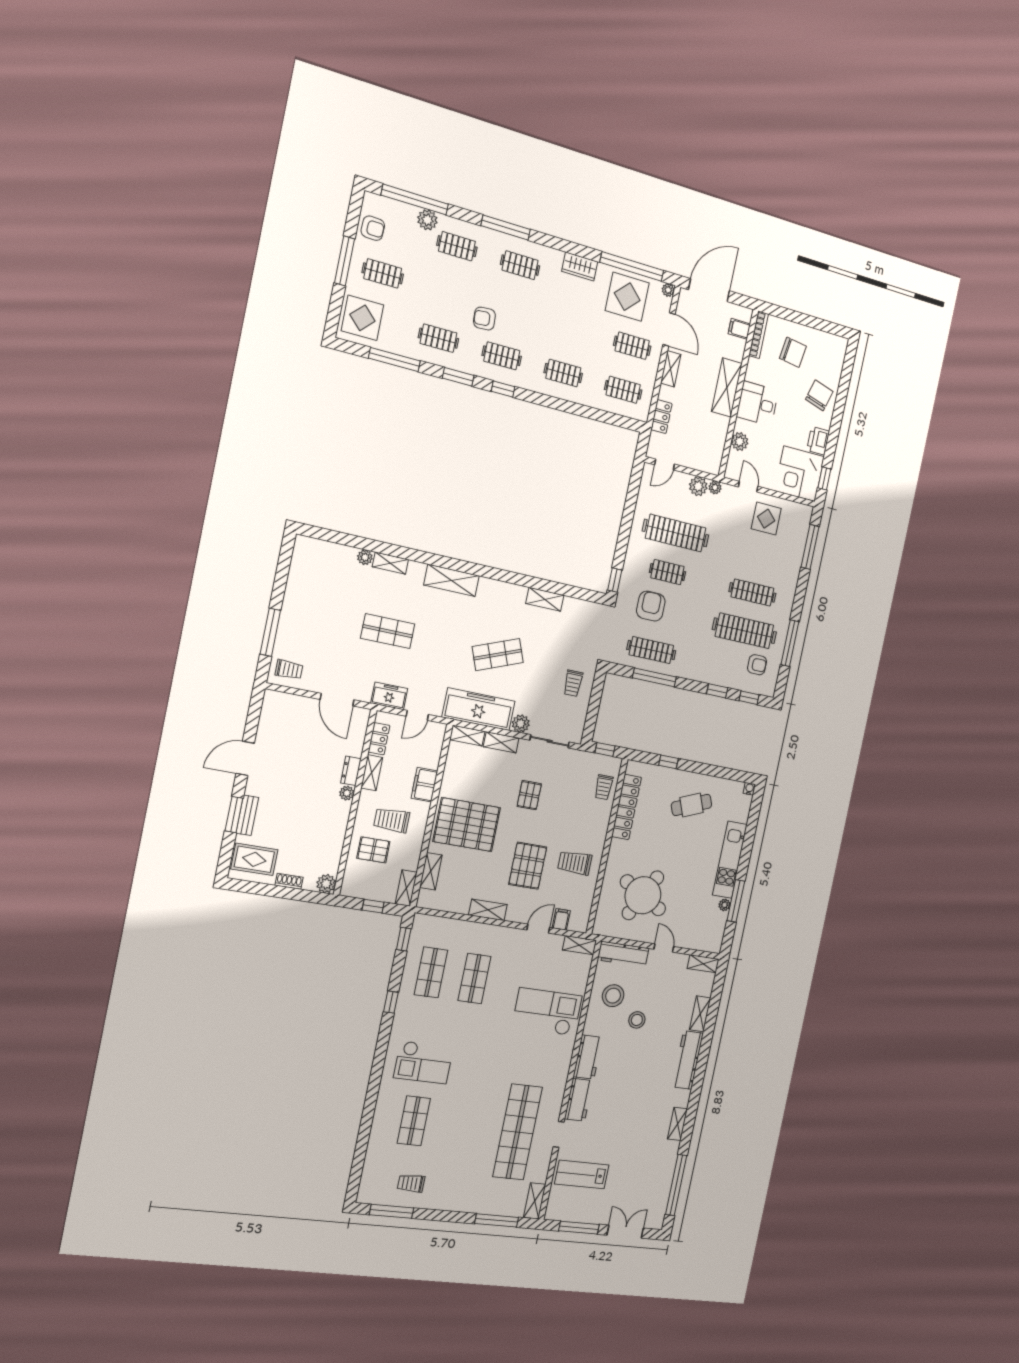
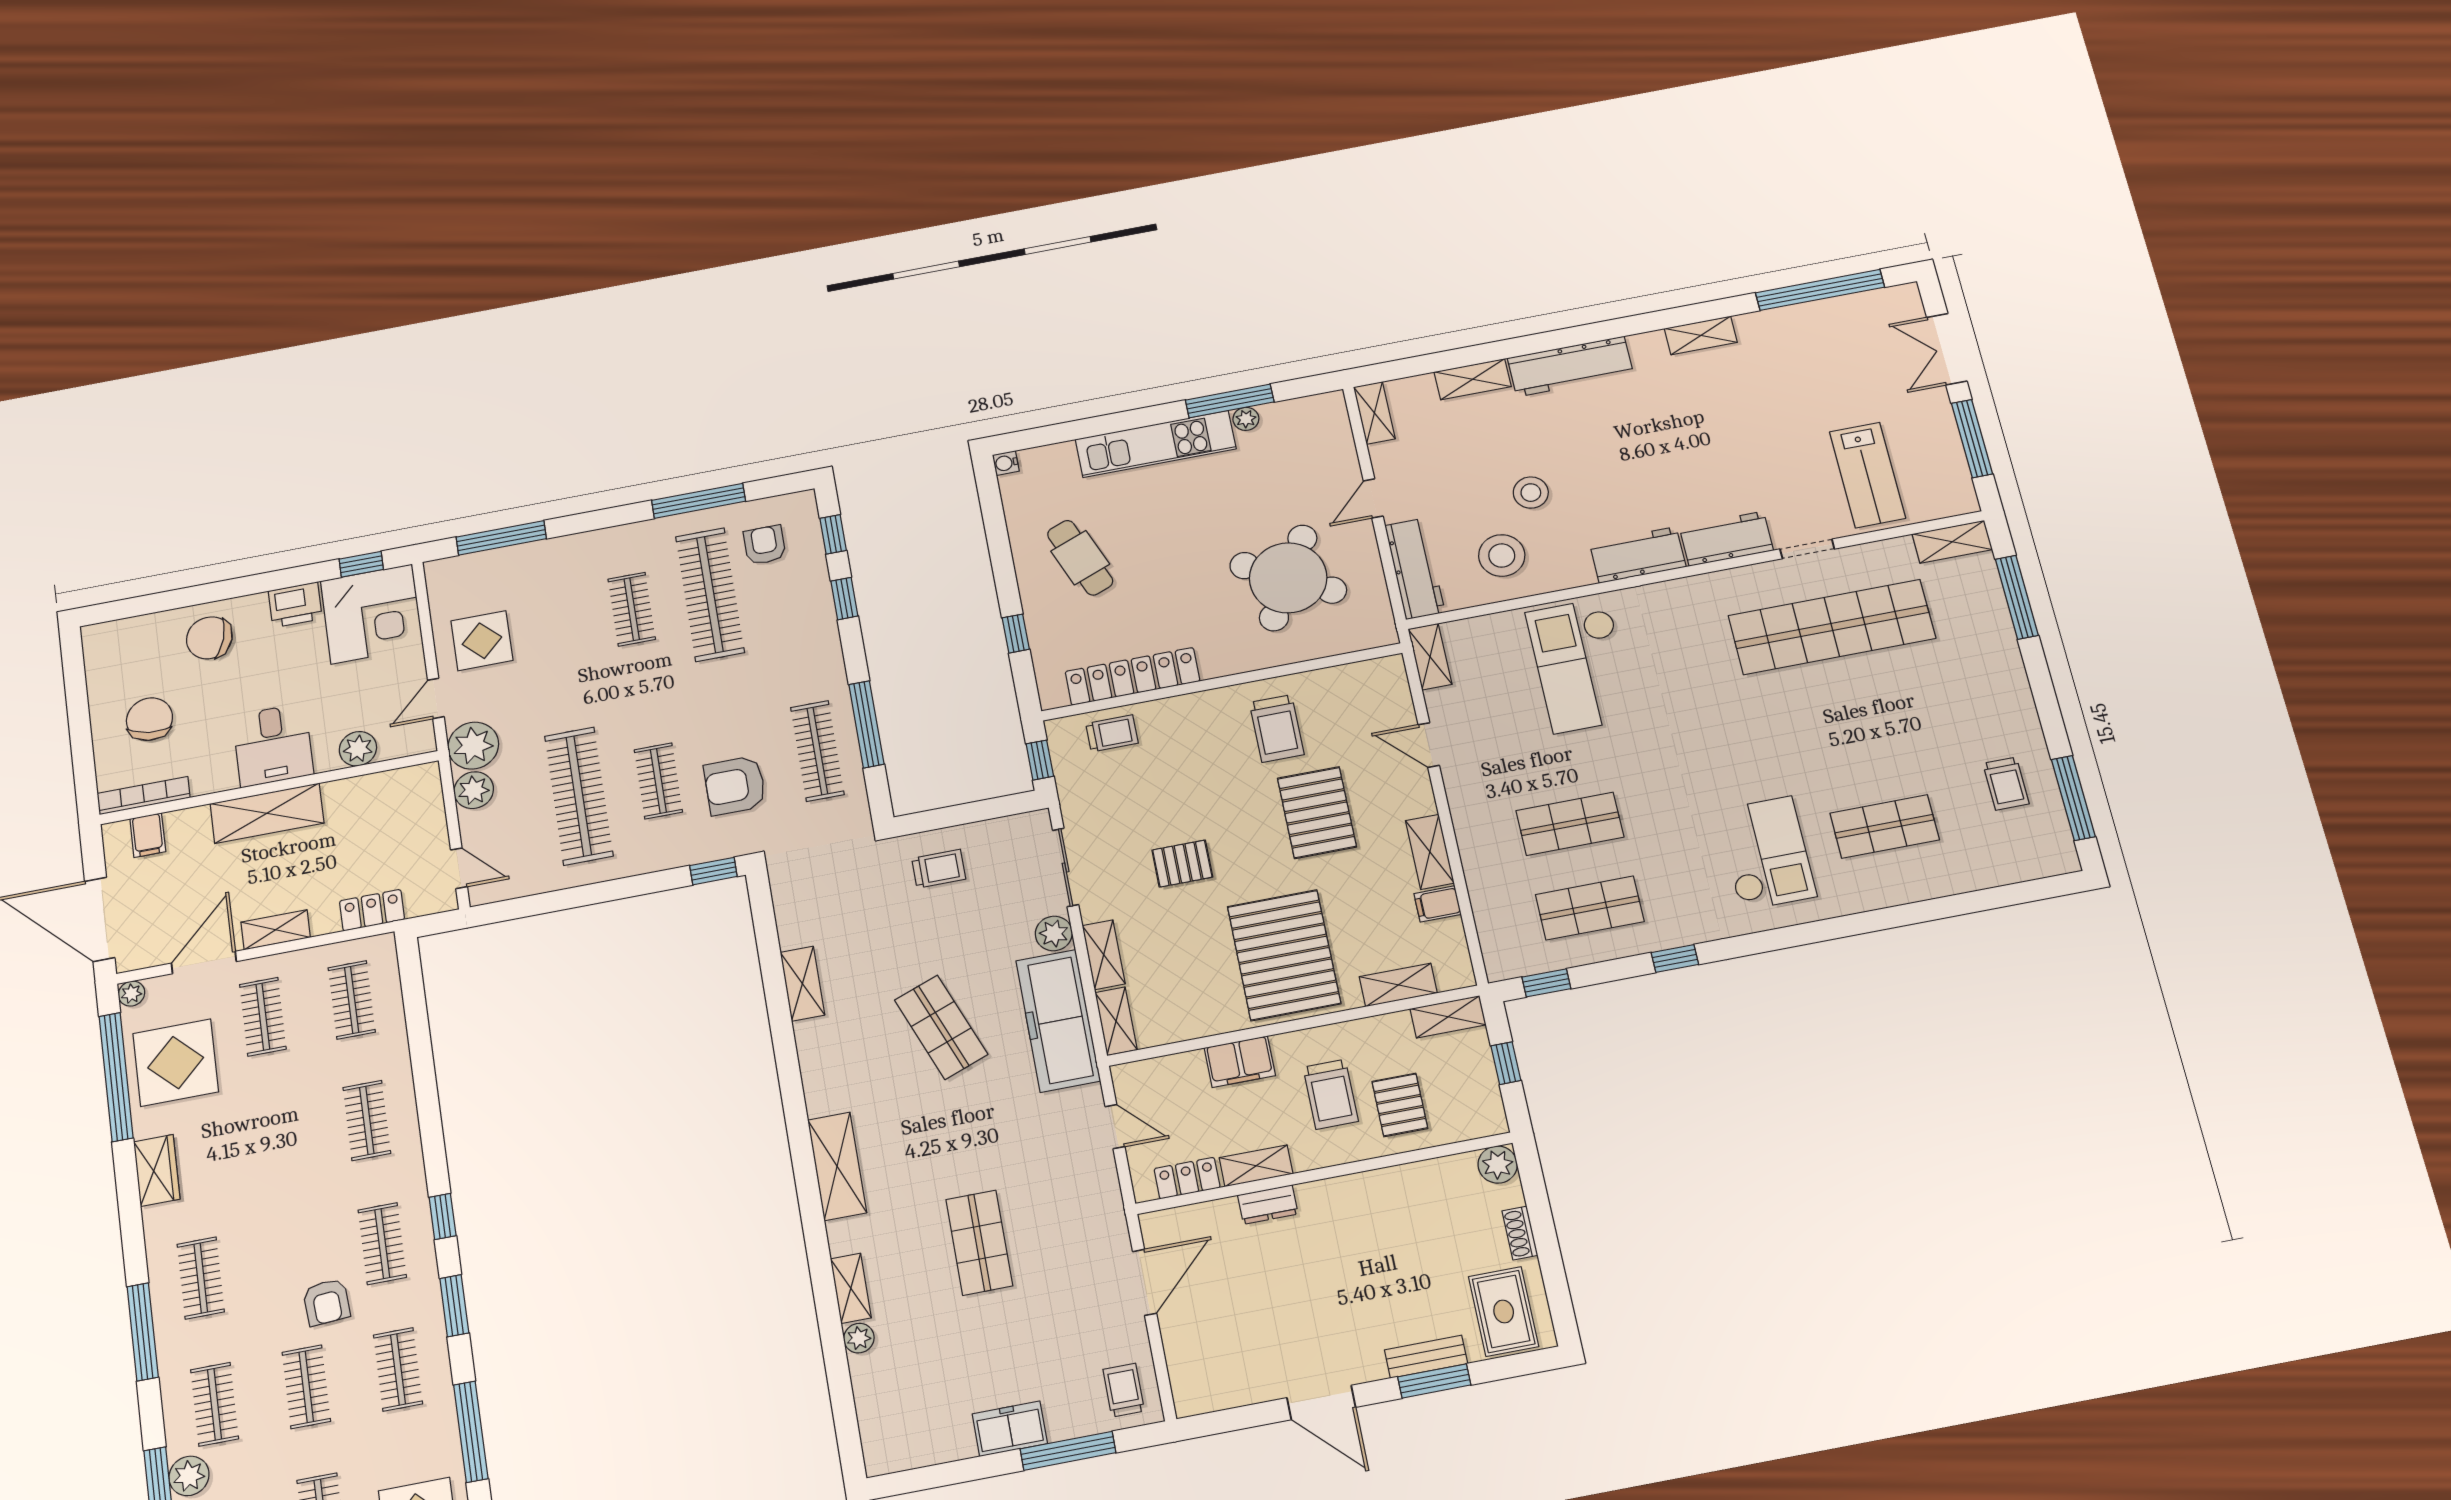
clothes rail: (448, 292) -> (306, 1387), added
plant: (715, 487) -> (473, 746), width x1.87, depth x1.87
clothes rail: (752, 593) -> (632, 609), width x0.73
freezer: (389, 696) -> (1010, 1429), moved, turned 90
plant: (347, 793) -> (1312, 1195), removed
pallet: (528, 866) -> (1317, 813), turned 90
filing cabinet: (561, 919) -> (1438, 904), moved

